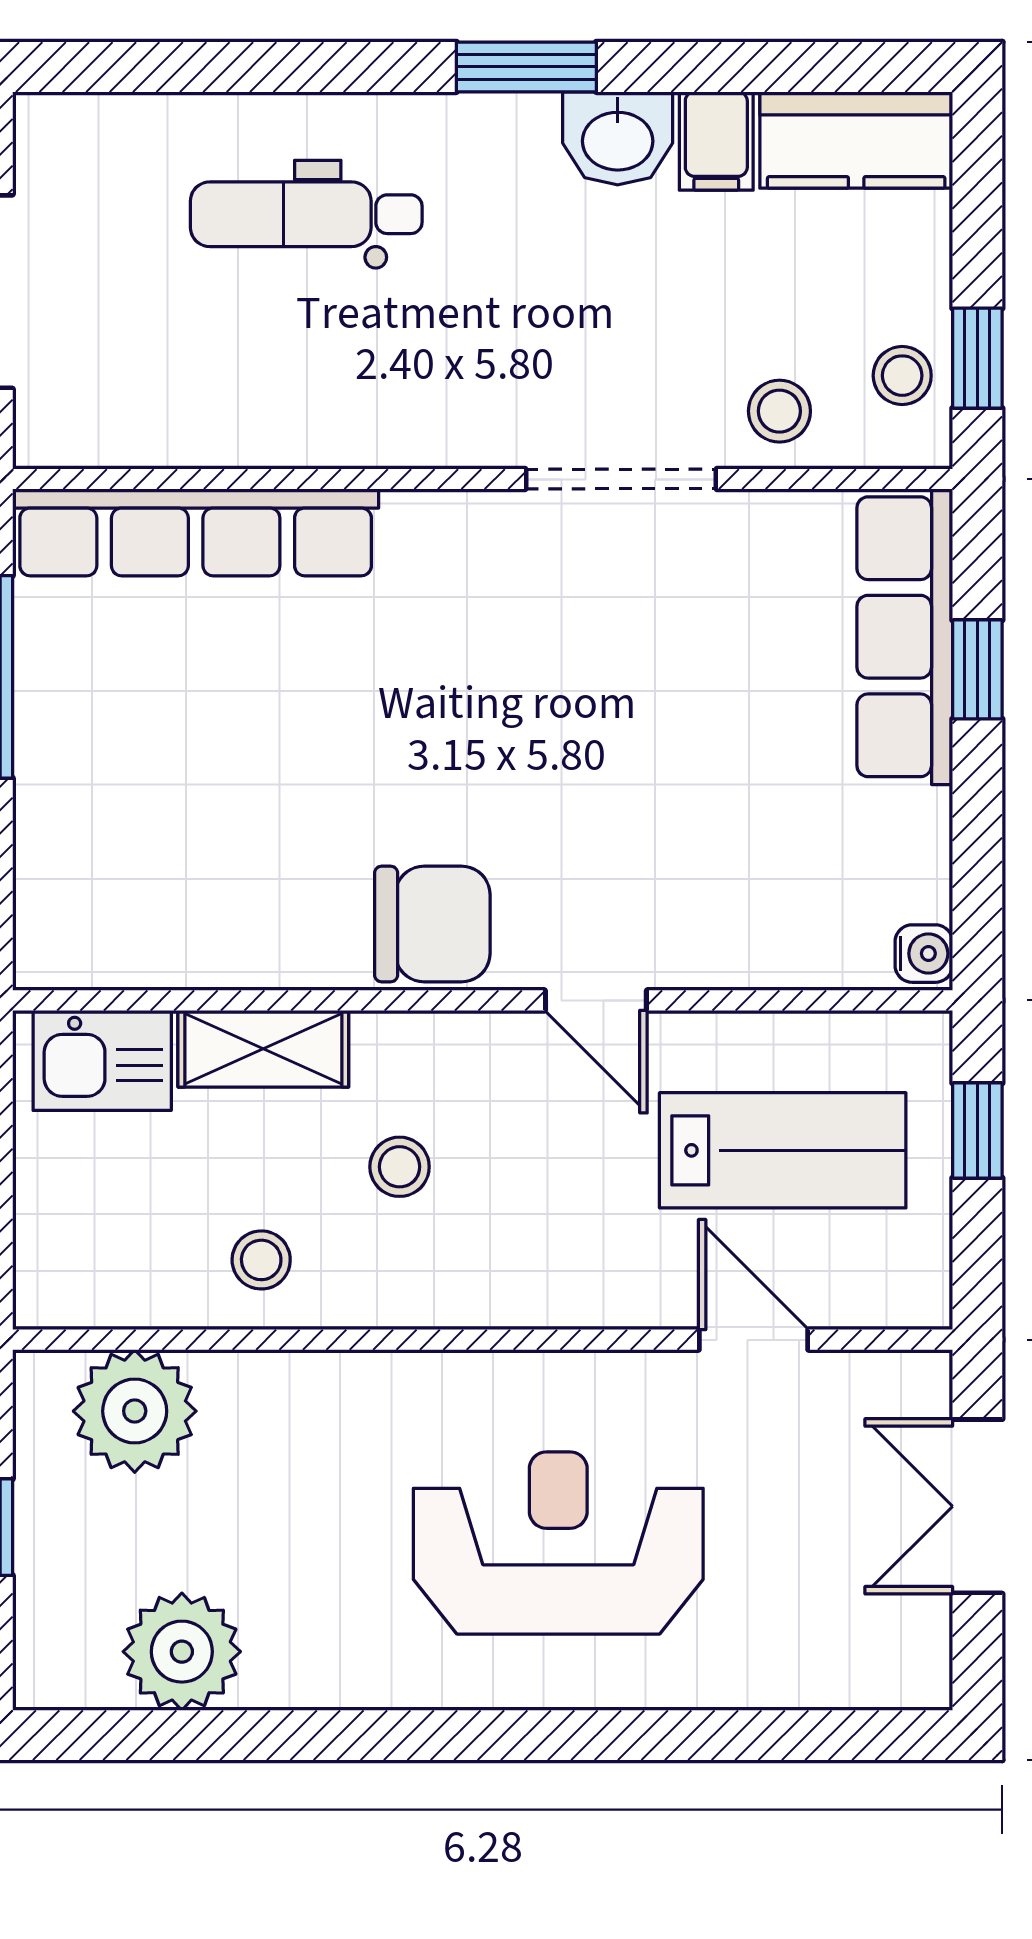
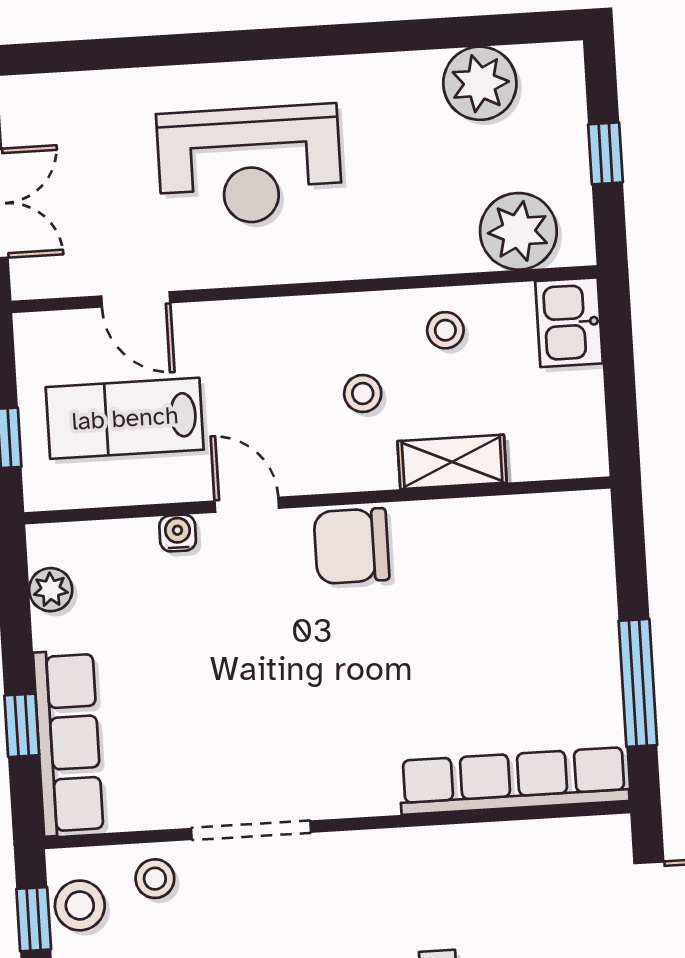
stool: (902, 376) -> (80, 905), width x1.37, depth x1.37
plant: (918, 884) -> (51, 590), added
water cooler: (924, 954) -> (178, 533), moved, turned 90
kitchen sink: (102, 1060) -> (569, 322), moved, turned -90

